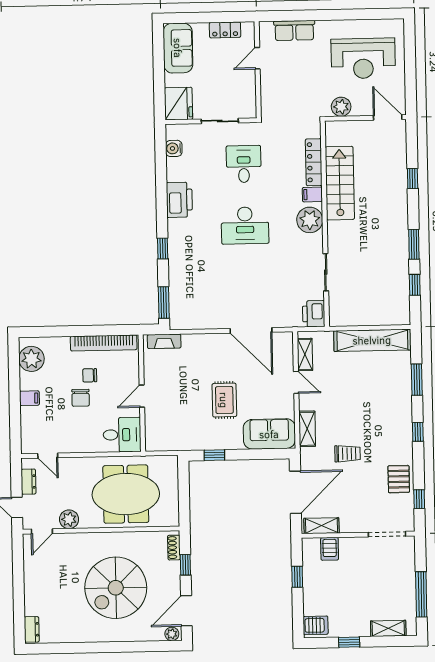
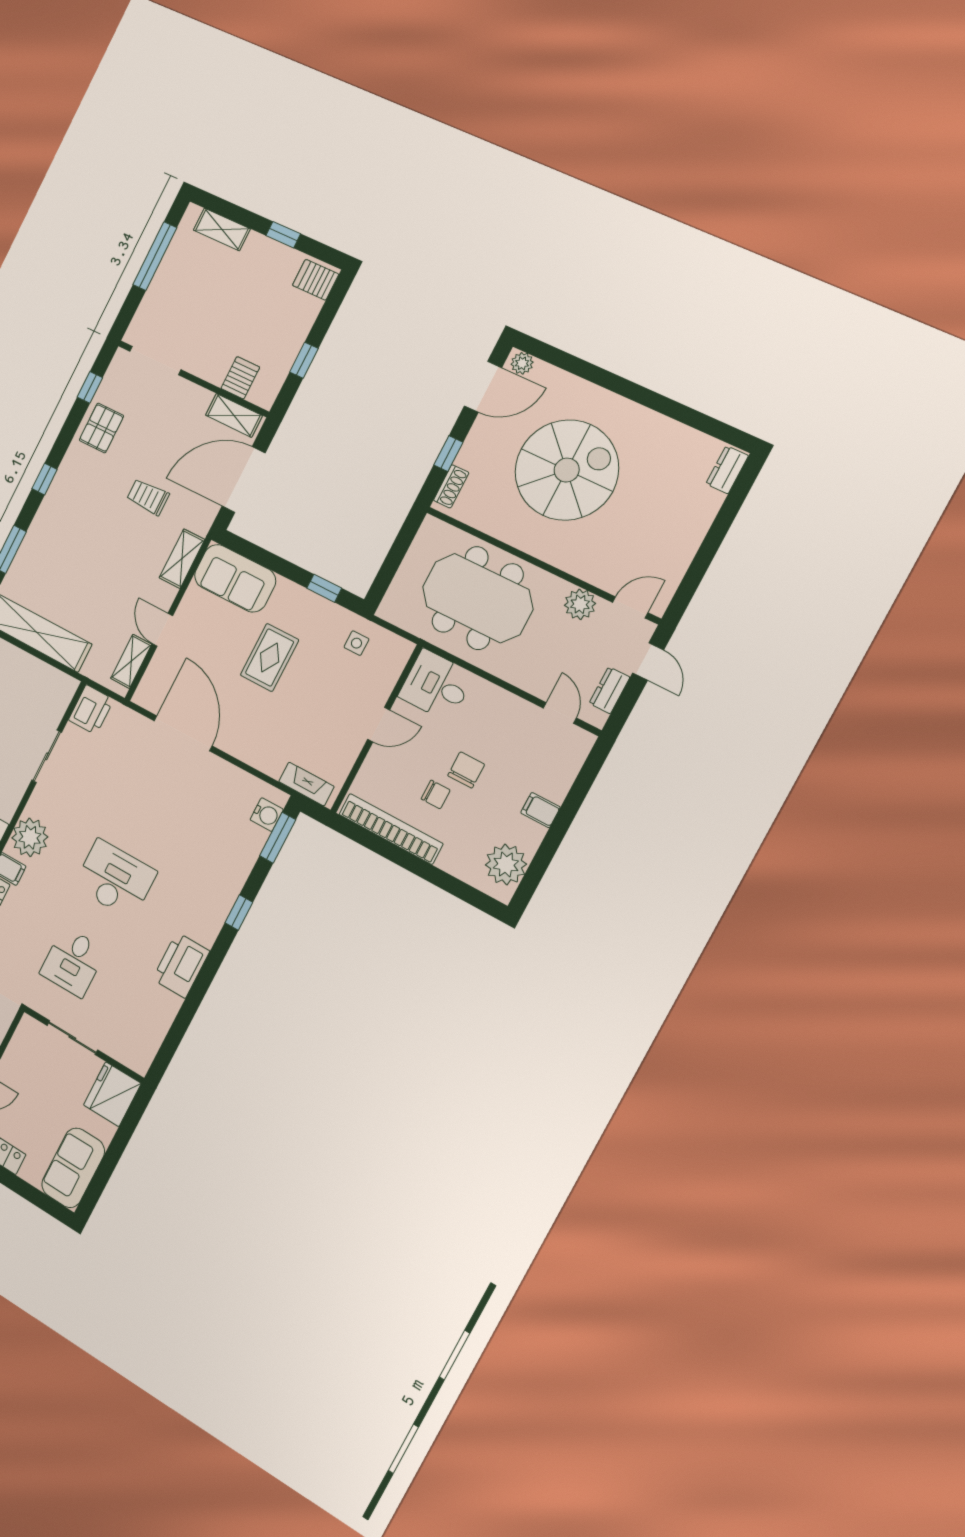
water cooler: (174, 148) -> (267, 815), moved
side table: (179, 434) -> (356, 643), added

